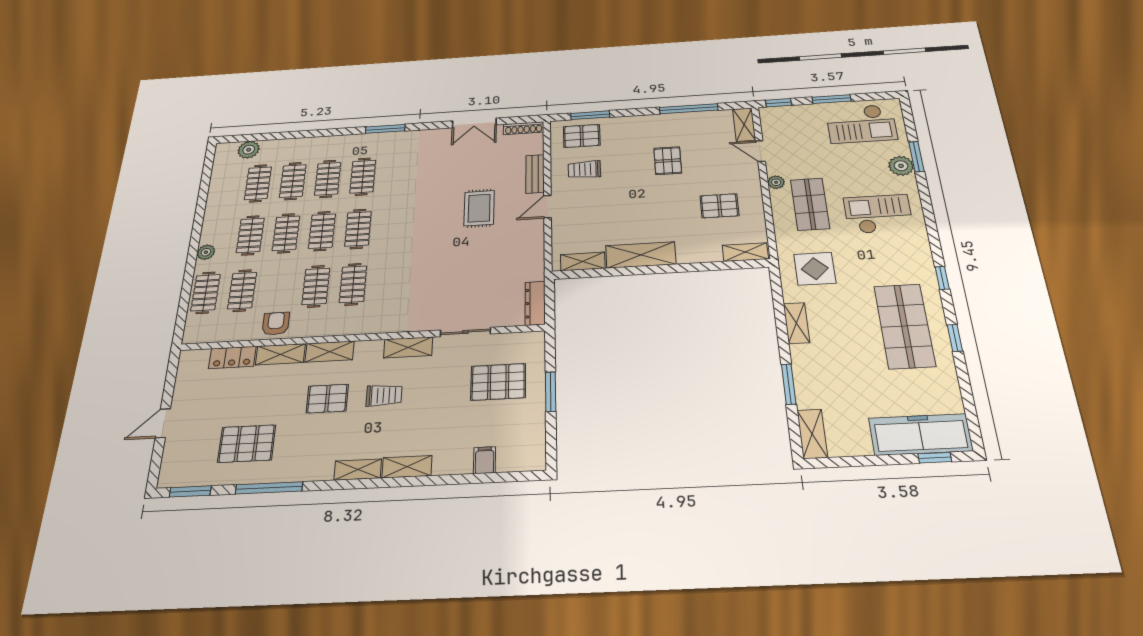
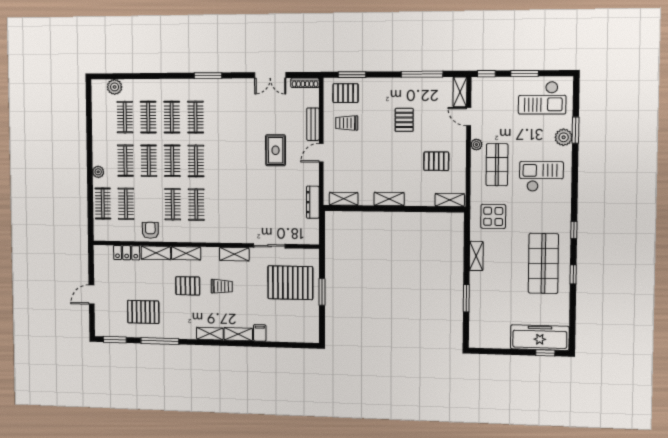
shelving: (641, 255) -> (389, 199), width x0.67, depth x0.75
dresser: (535, 303) -> (313, 202), moved
pallet: (498, 382) -> (290, 283), width x1.37, depth x1.41
shelving: (812, 434) -> (476, 332), removed
filing cabinet: (485, 460) -> (260, 333), moved

